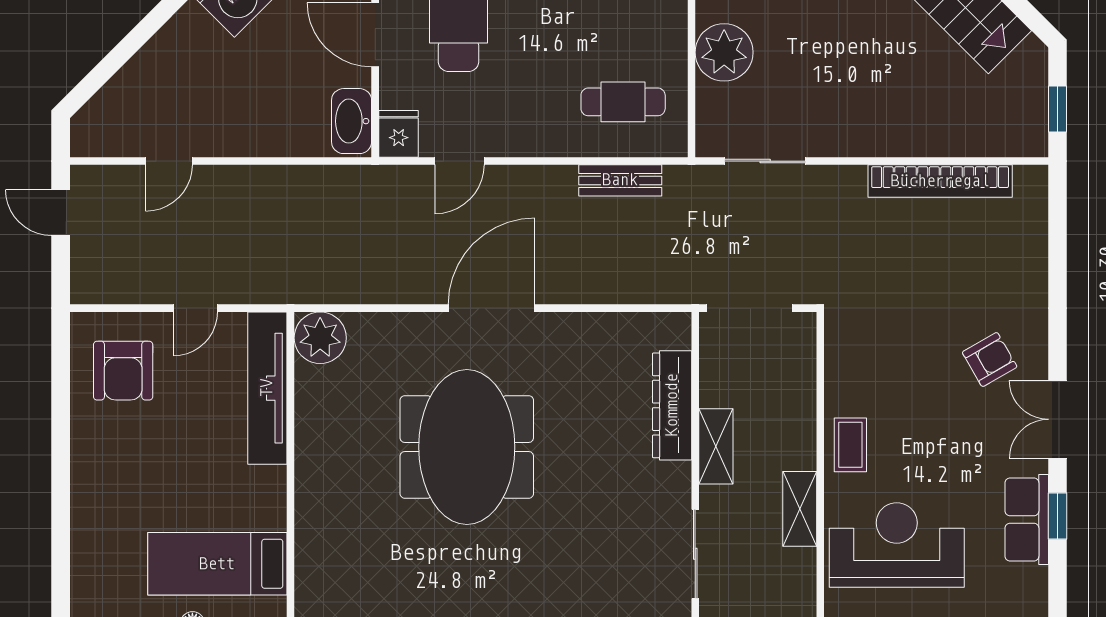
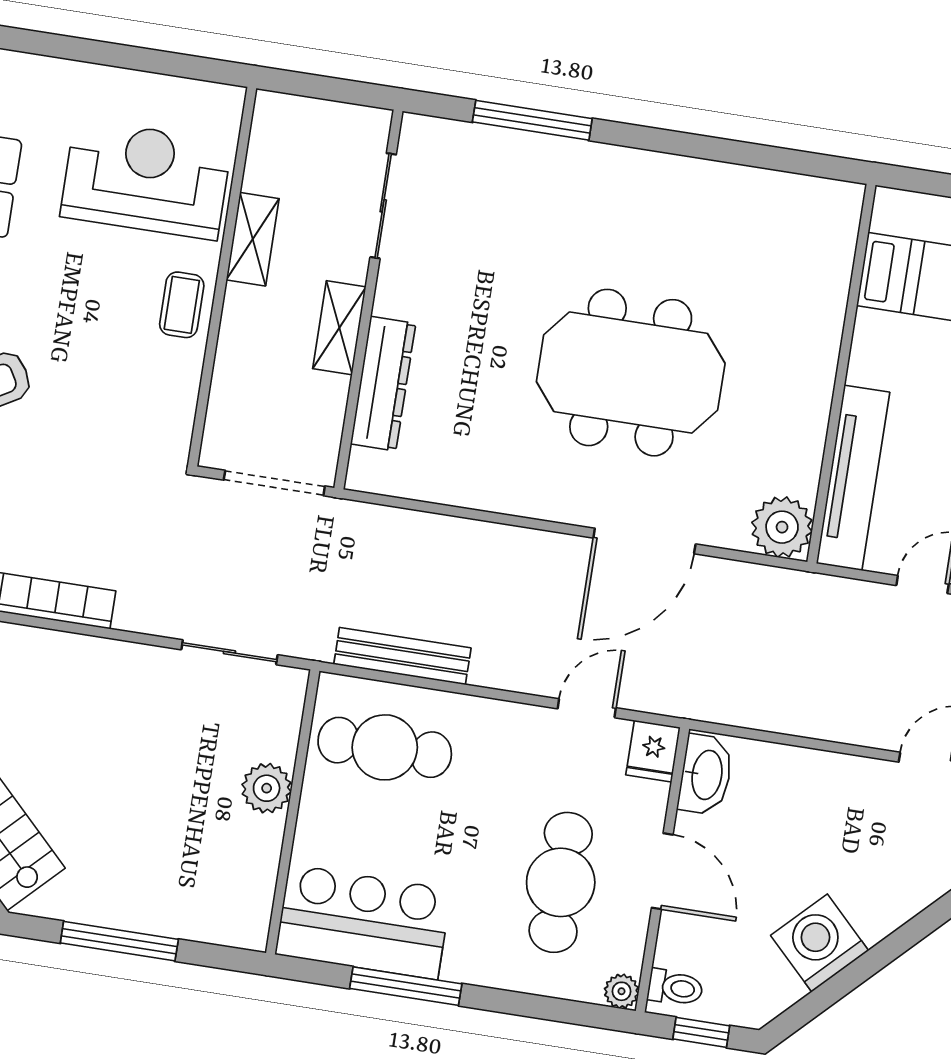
plant: (724, 52) -> (267, 788), width x0.73, depth x0.73
cafe table: (623, 102) -> (385, 747), width x1.37, depth x1.35
bench: (620, 180) -> (402, 656), width x1.36
door: (492, 308) -> (644, 541), moved
meeting table: (467, 447) -> (631, 373), turned 90
reception desk: (897, 545) -> (146, 179), turned 180

